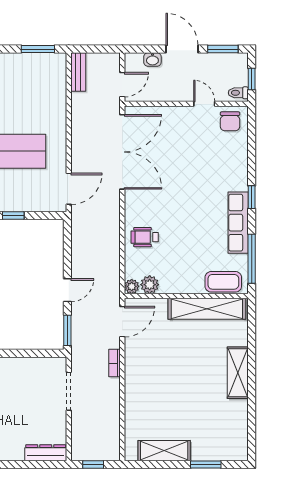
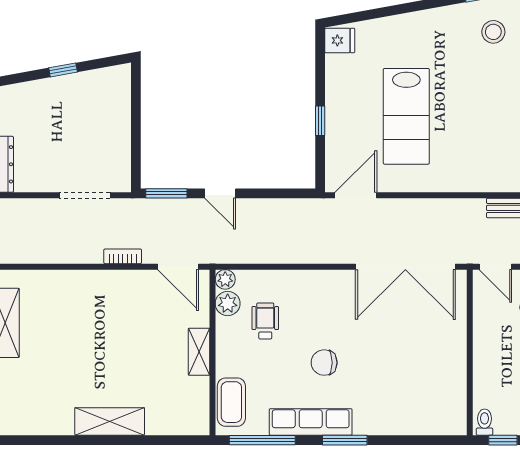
door: (204, 104) -> (470, 377), removed
chair: (230, 121) -> (324, 363), moved
door: (69, 189) -> (356, 195), swing flipped
window: (252, 197) -> (345, 440), width x1.50
wheelchair: (145, 237) -> (265, 321), moved
shelving: (207, 309) -> (199, 352), width x0.45, depth x0.75

